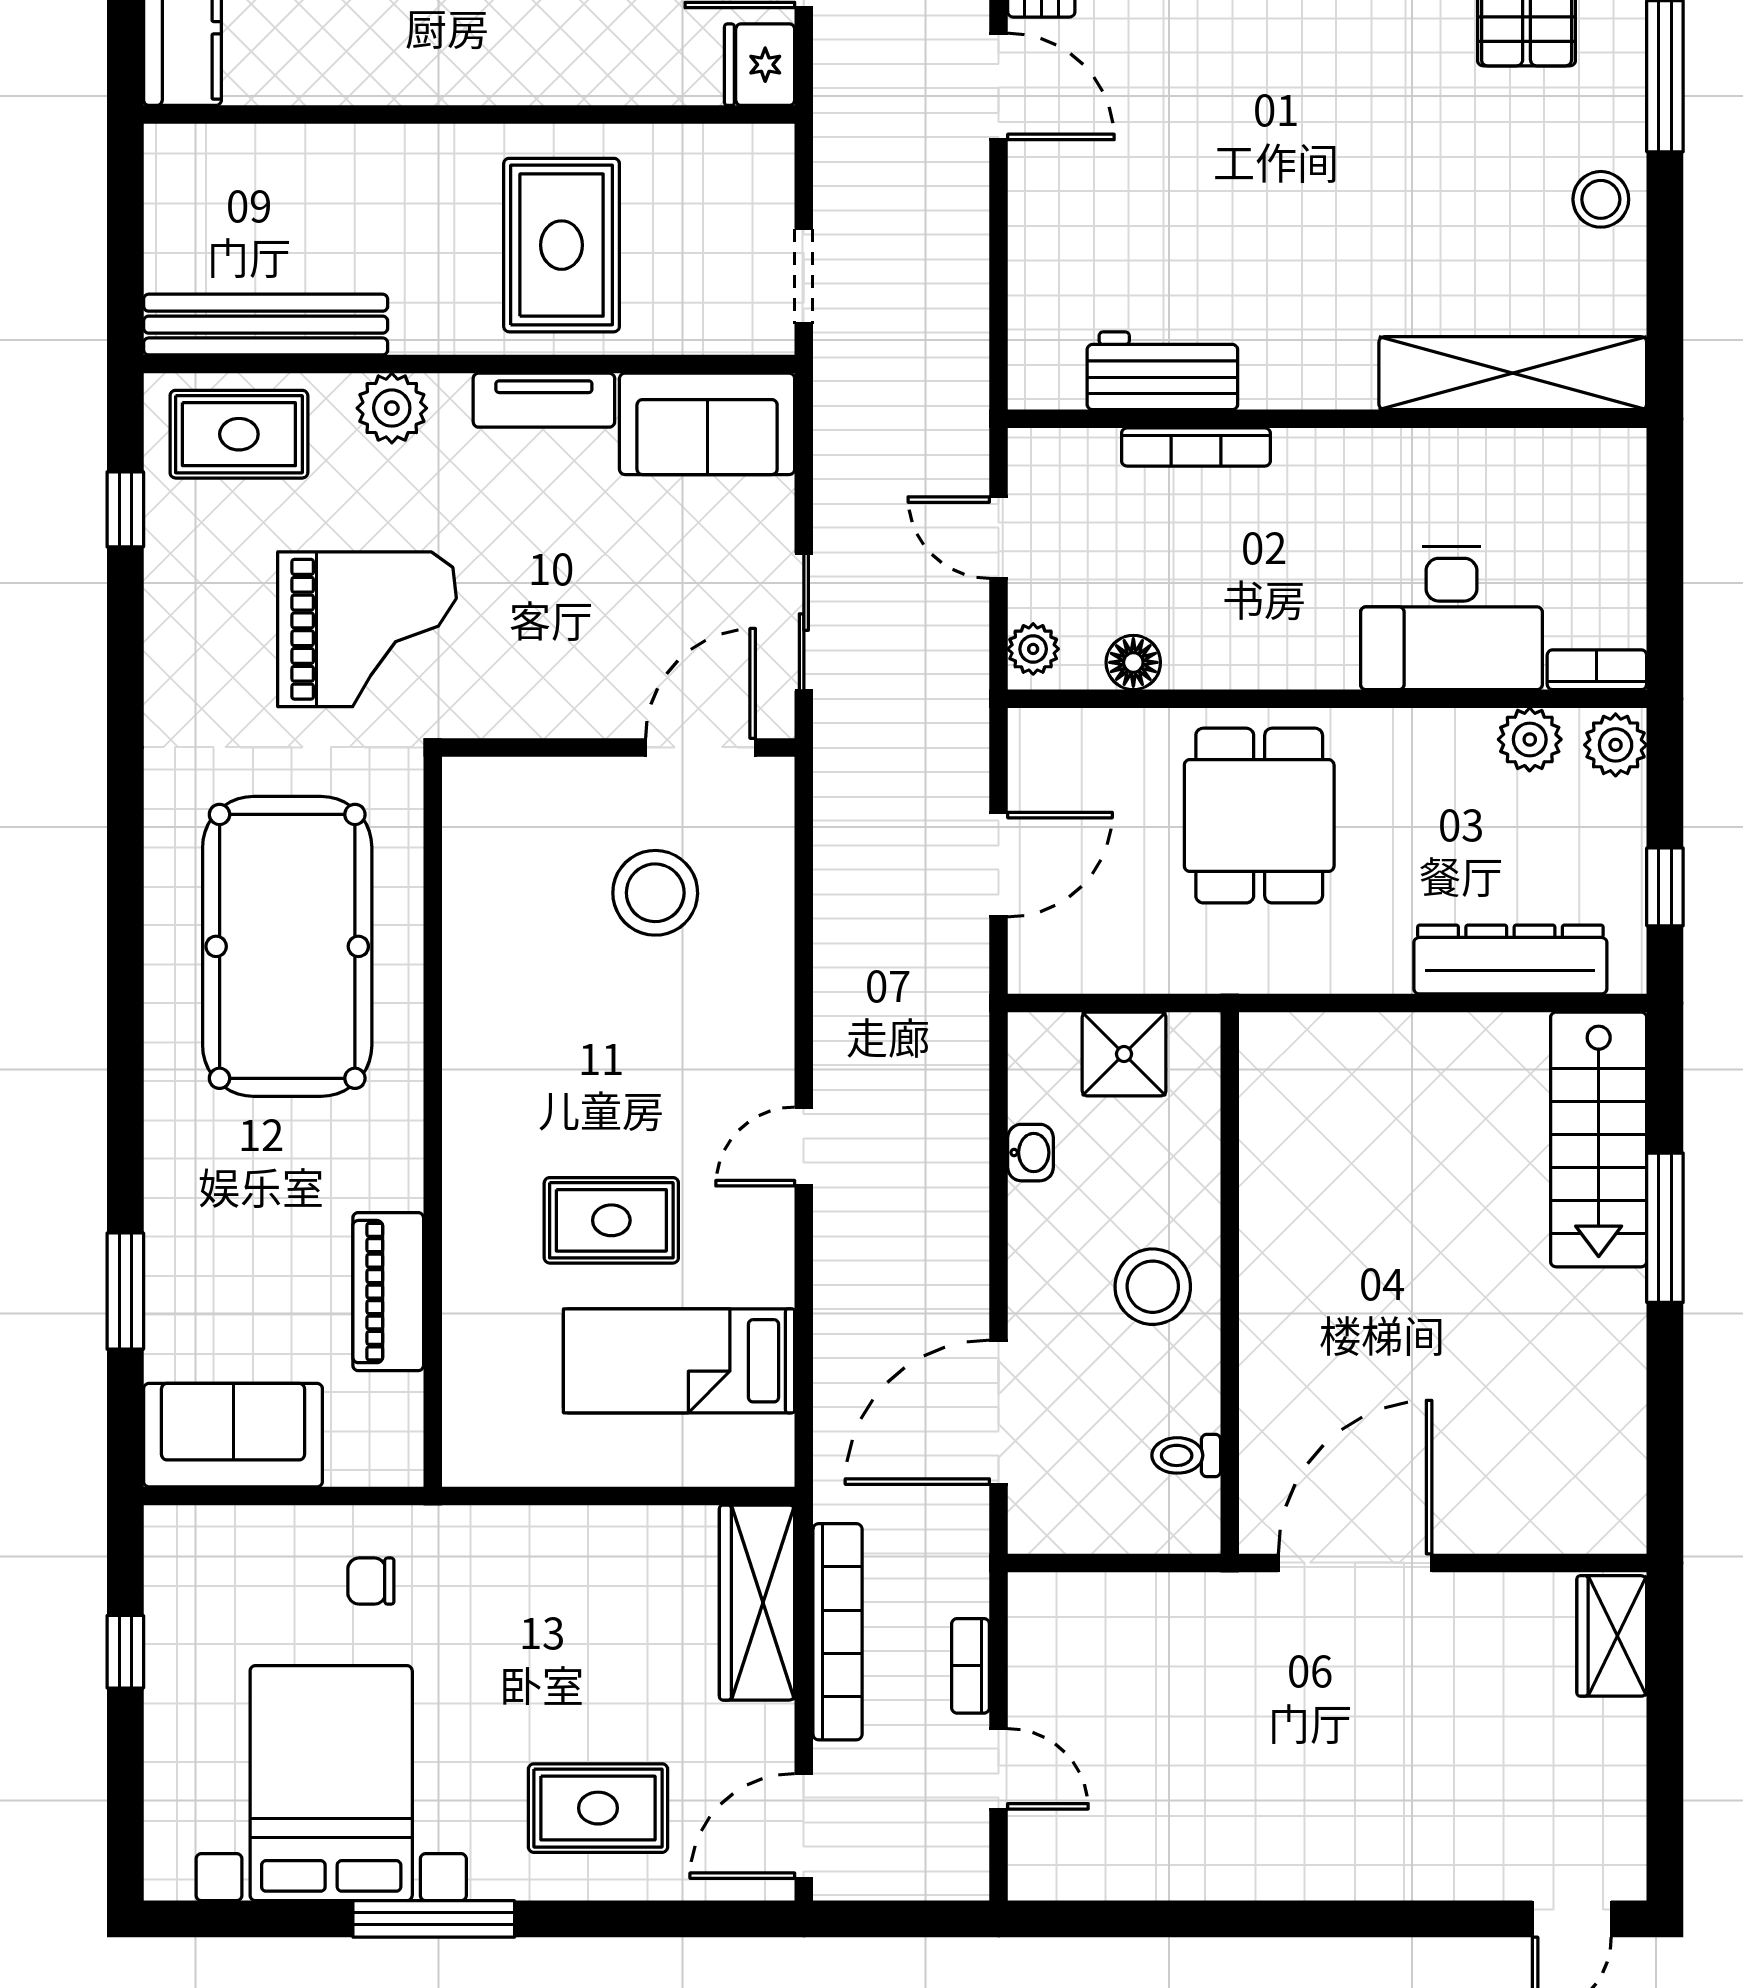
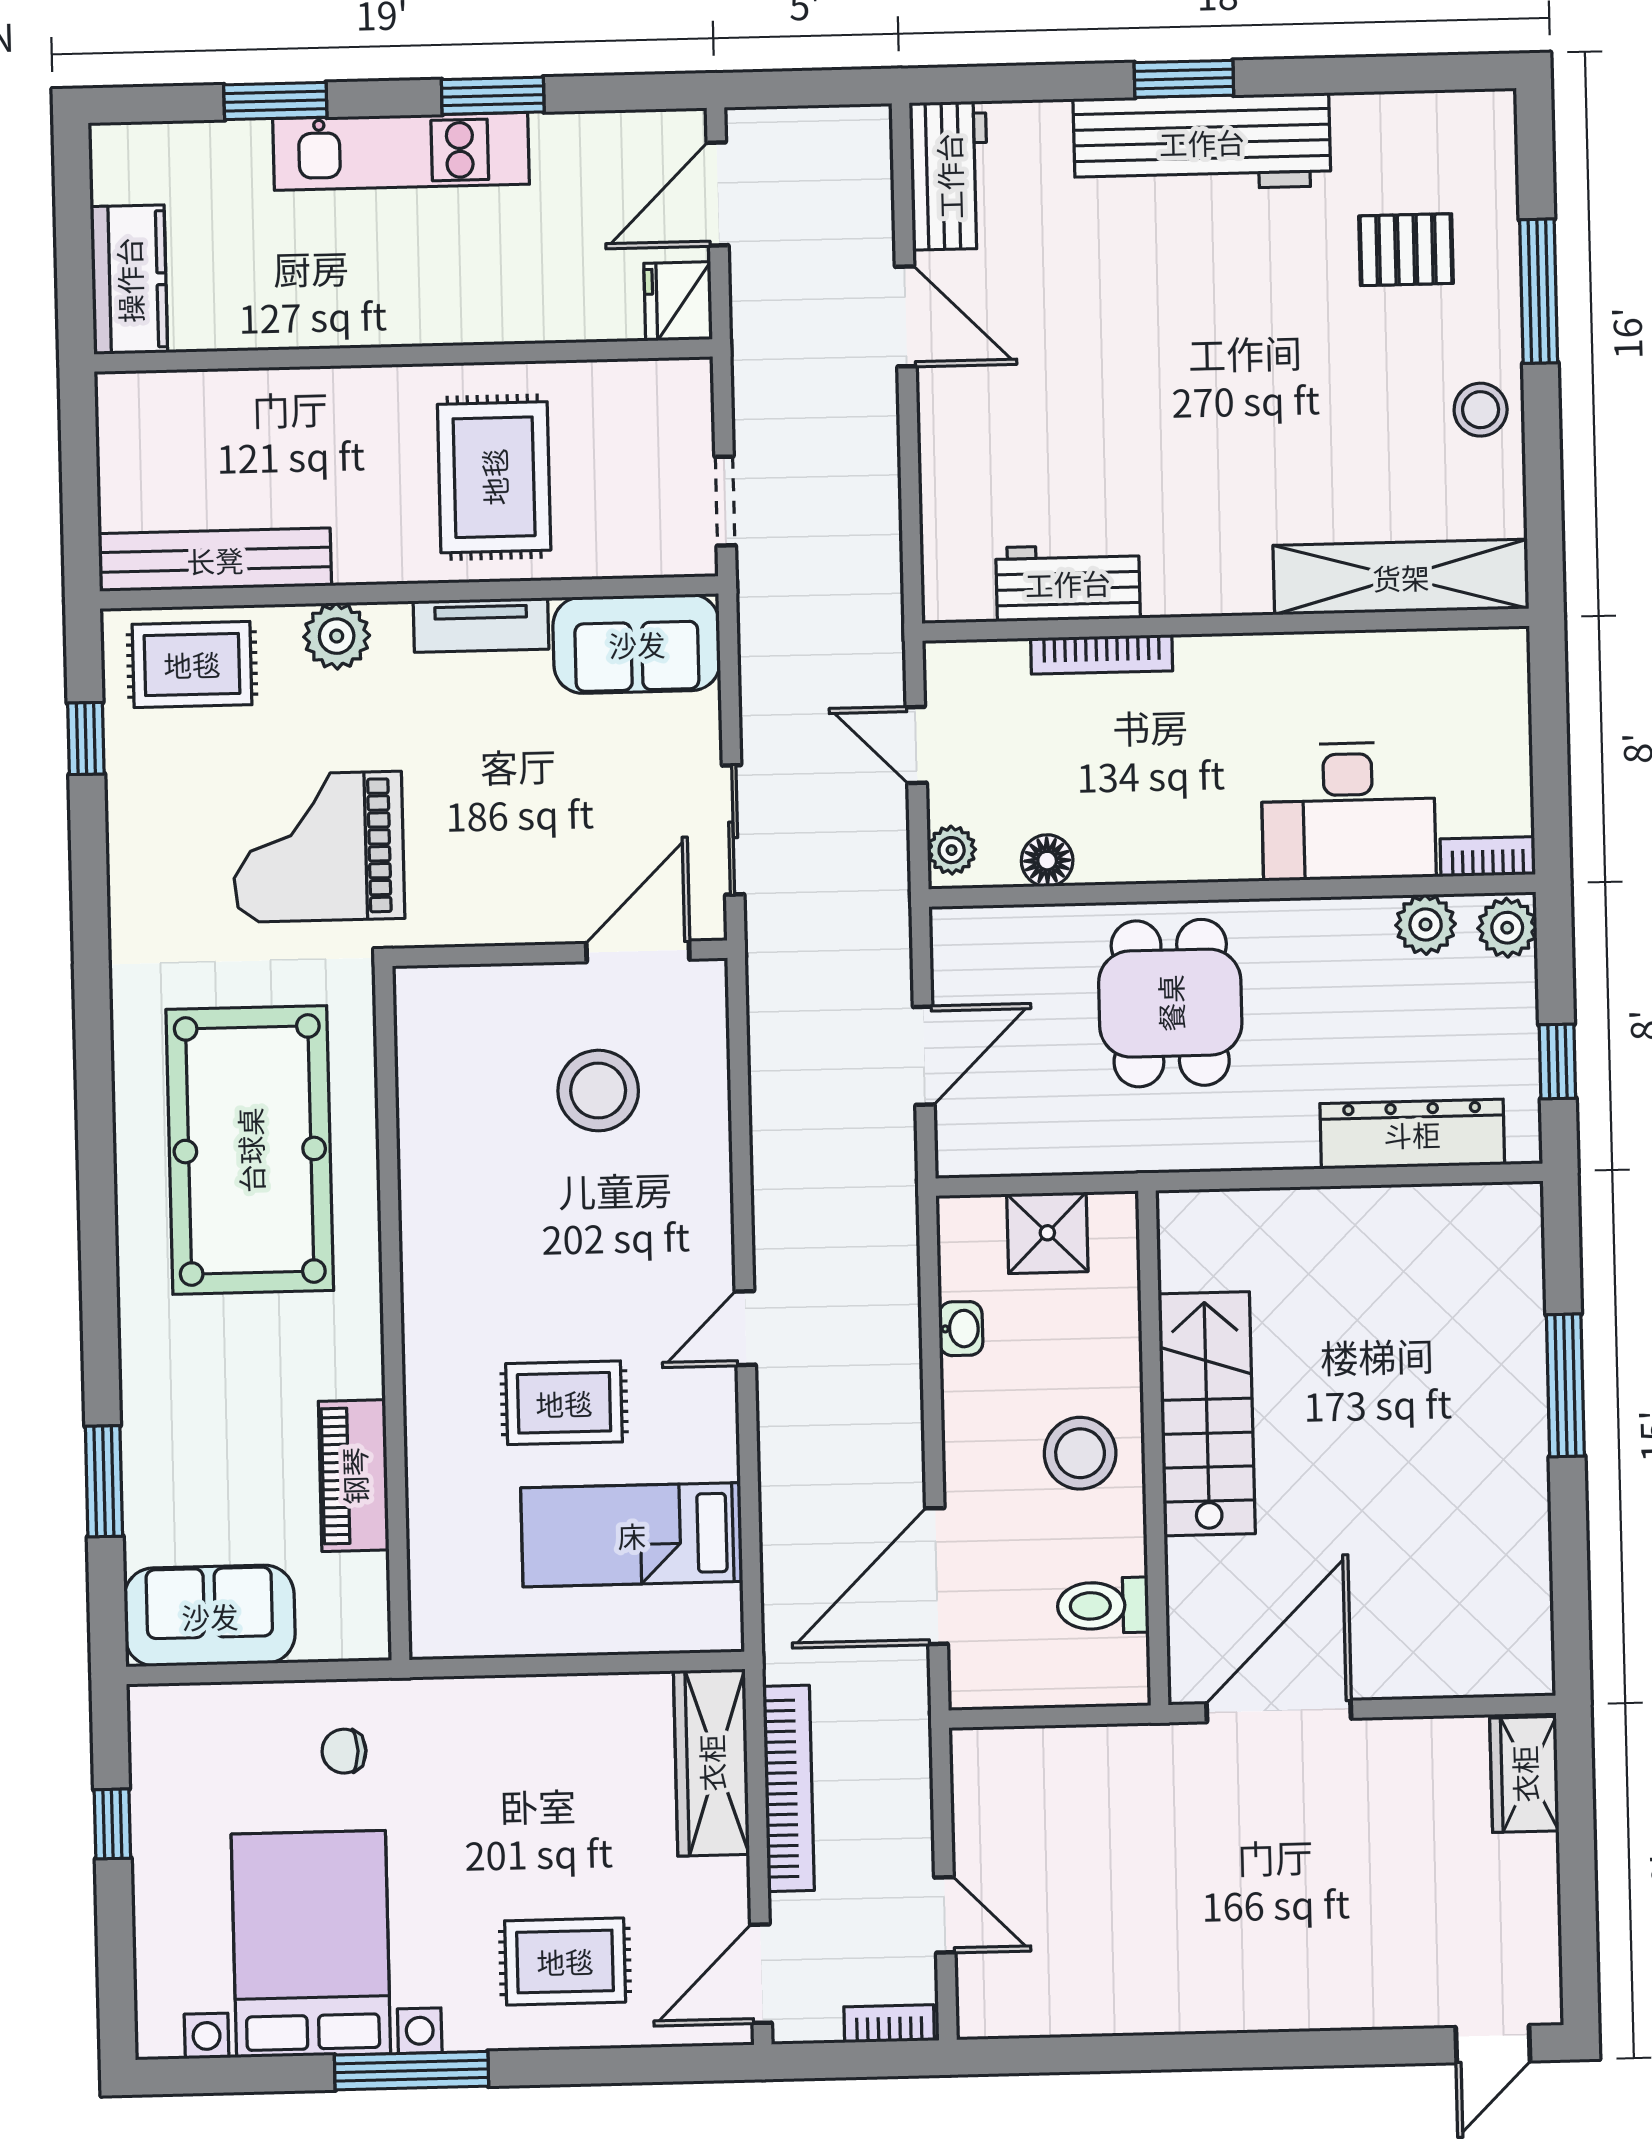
grand piano: (367, 629) -> (318, 847), turned 180
stairs: (1599, 1139) -> (1207, 1414), moved, turned 180
toilet: (1186, 1455) -> (1103, 1606), width x1.37, depth x1.39
bookcase: (971, 1666) -> (889, 2024), moved, turned 90

